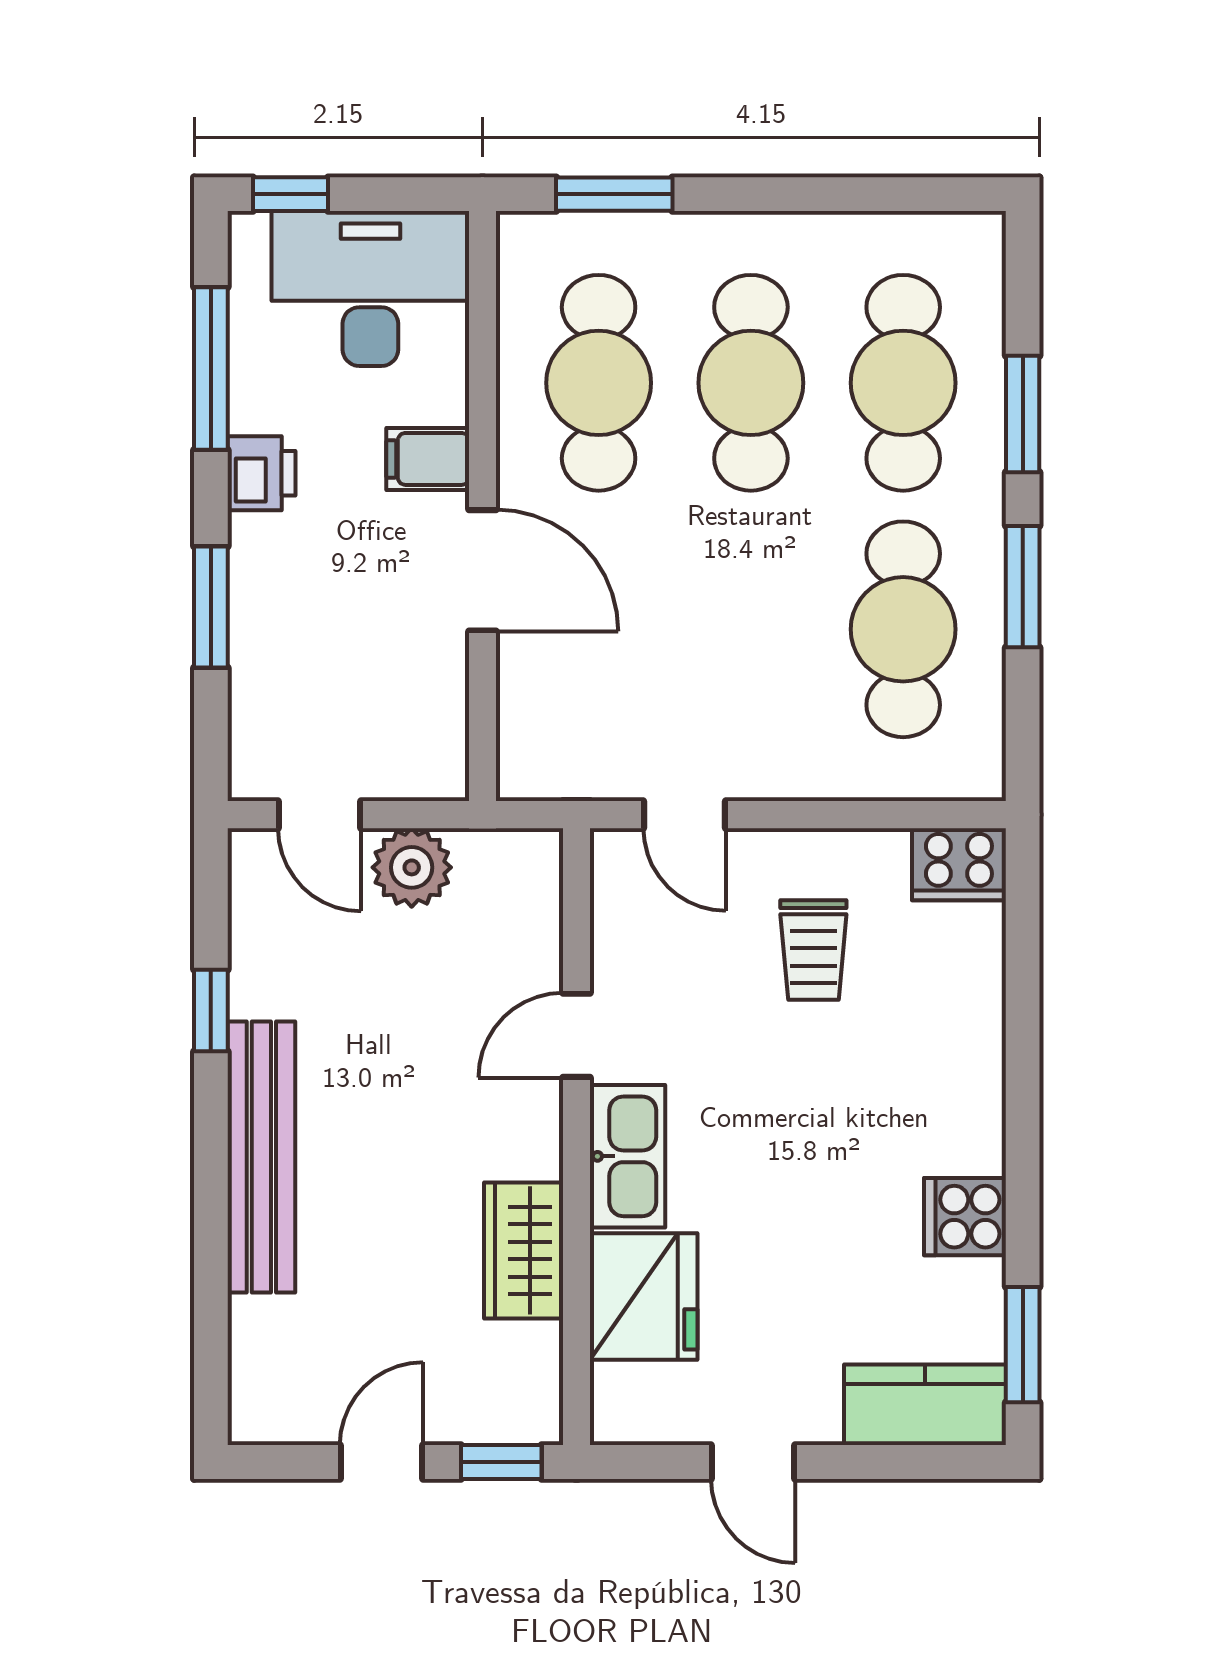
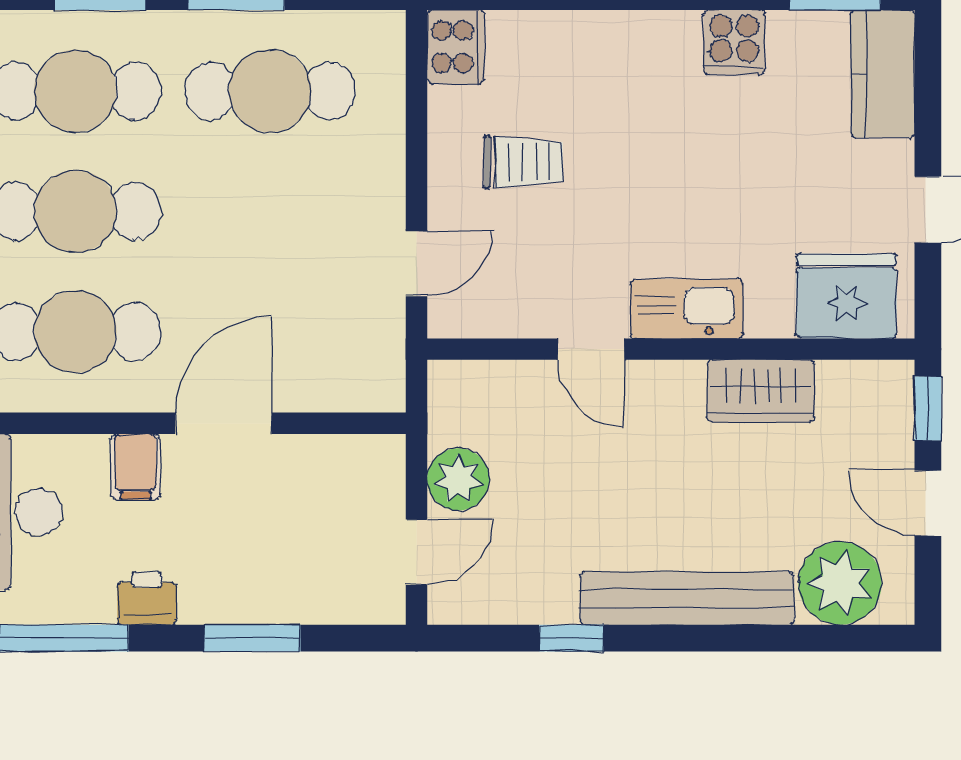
fridge: (644, 1296) -> (847, 296), moved
plant: (280, 1351) -> (840, 583), added

